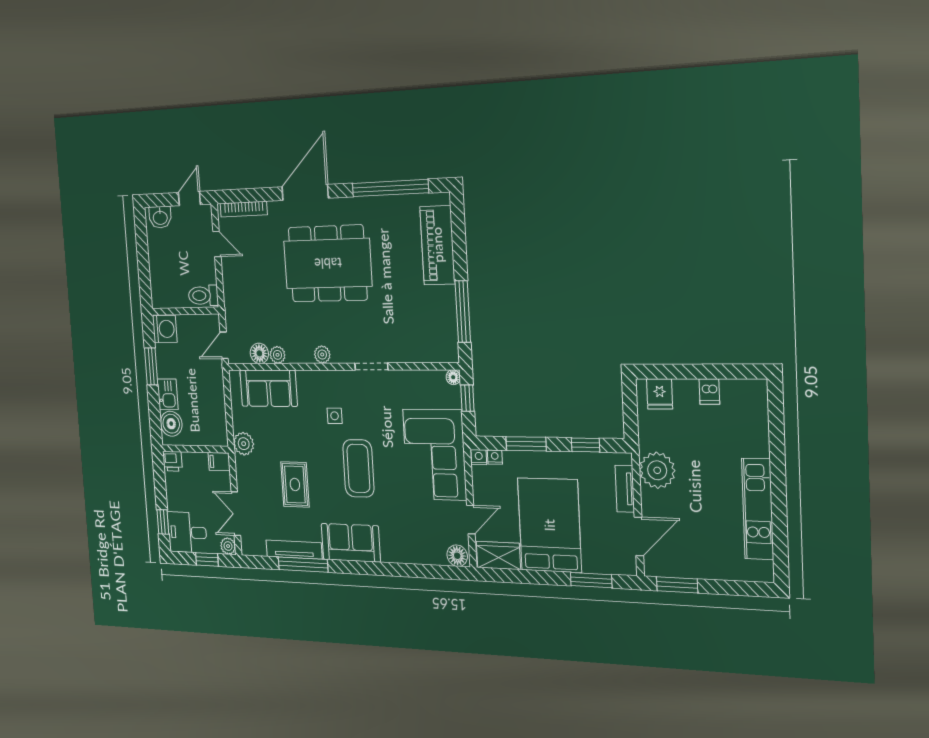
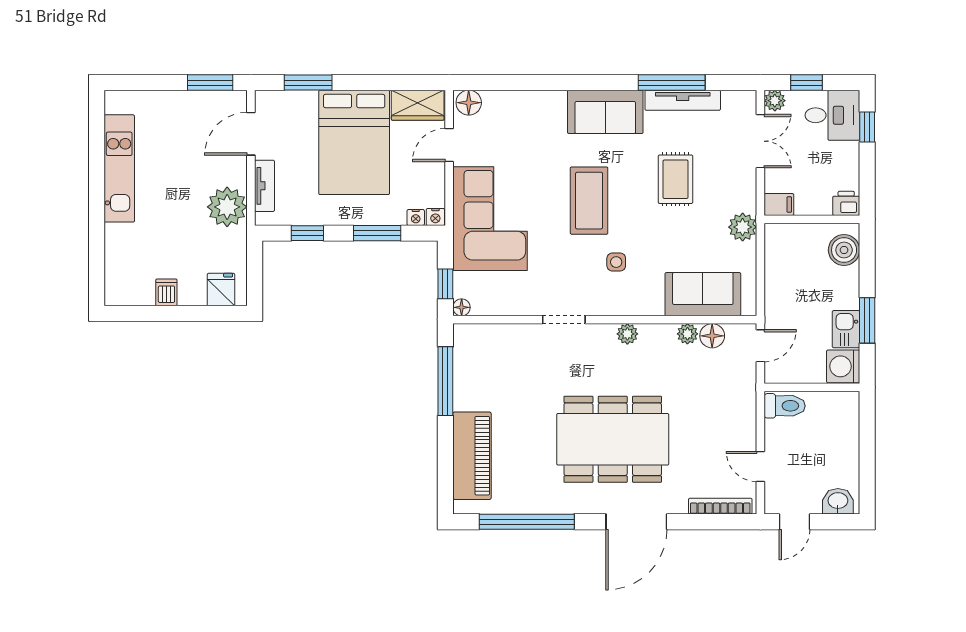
kitchen sink: (168, 394) -> (846, 329), moved

